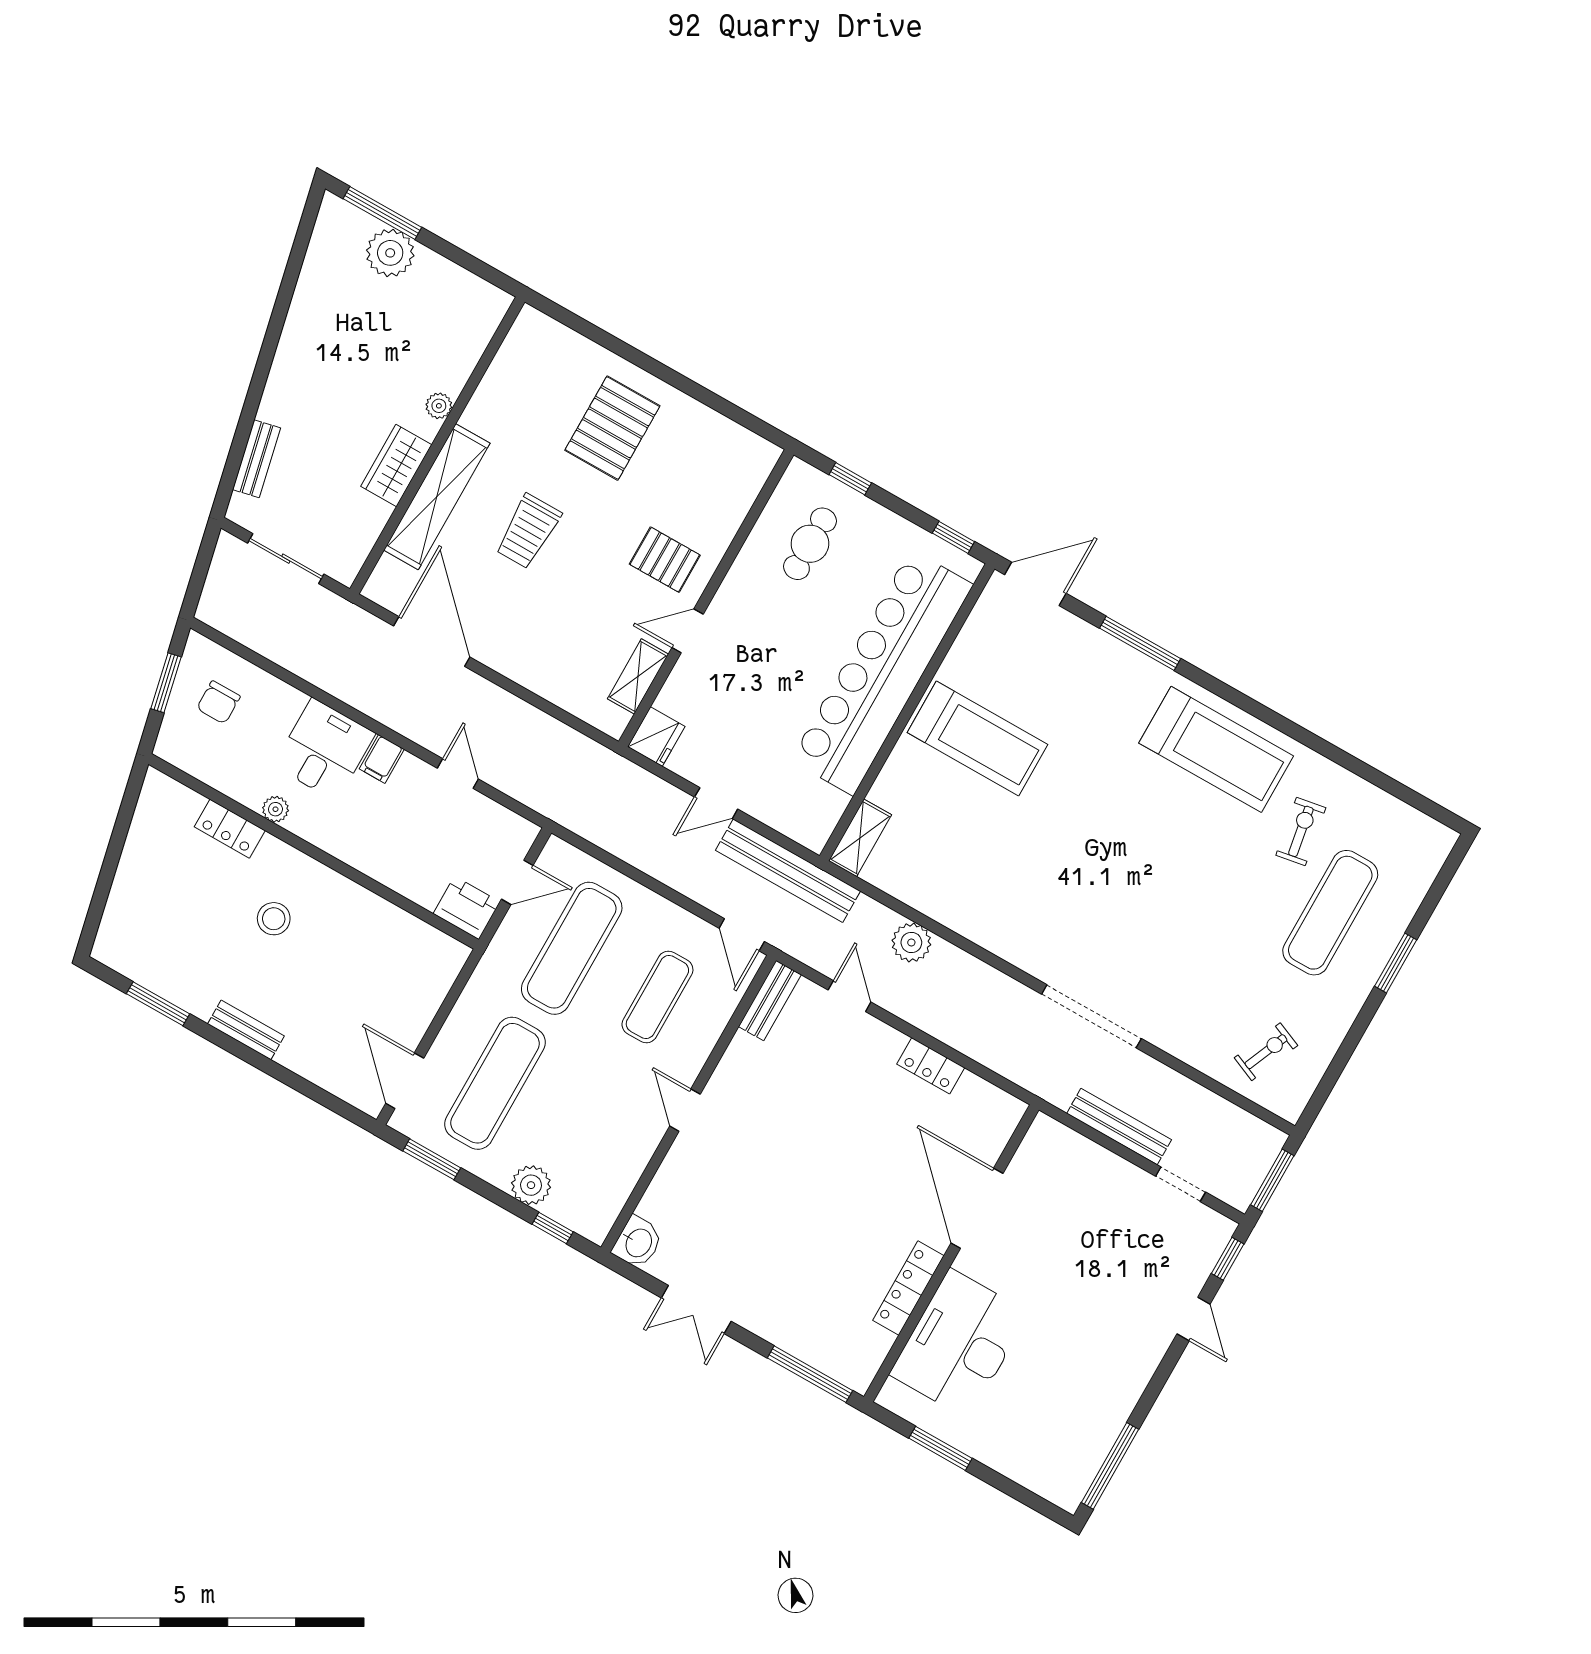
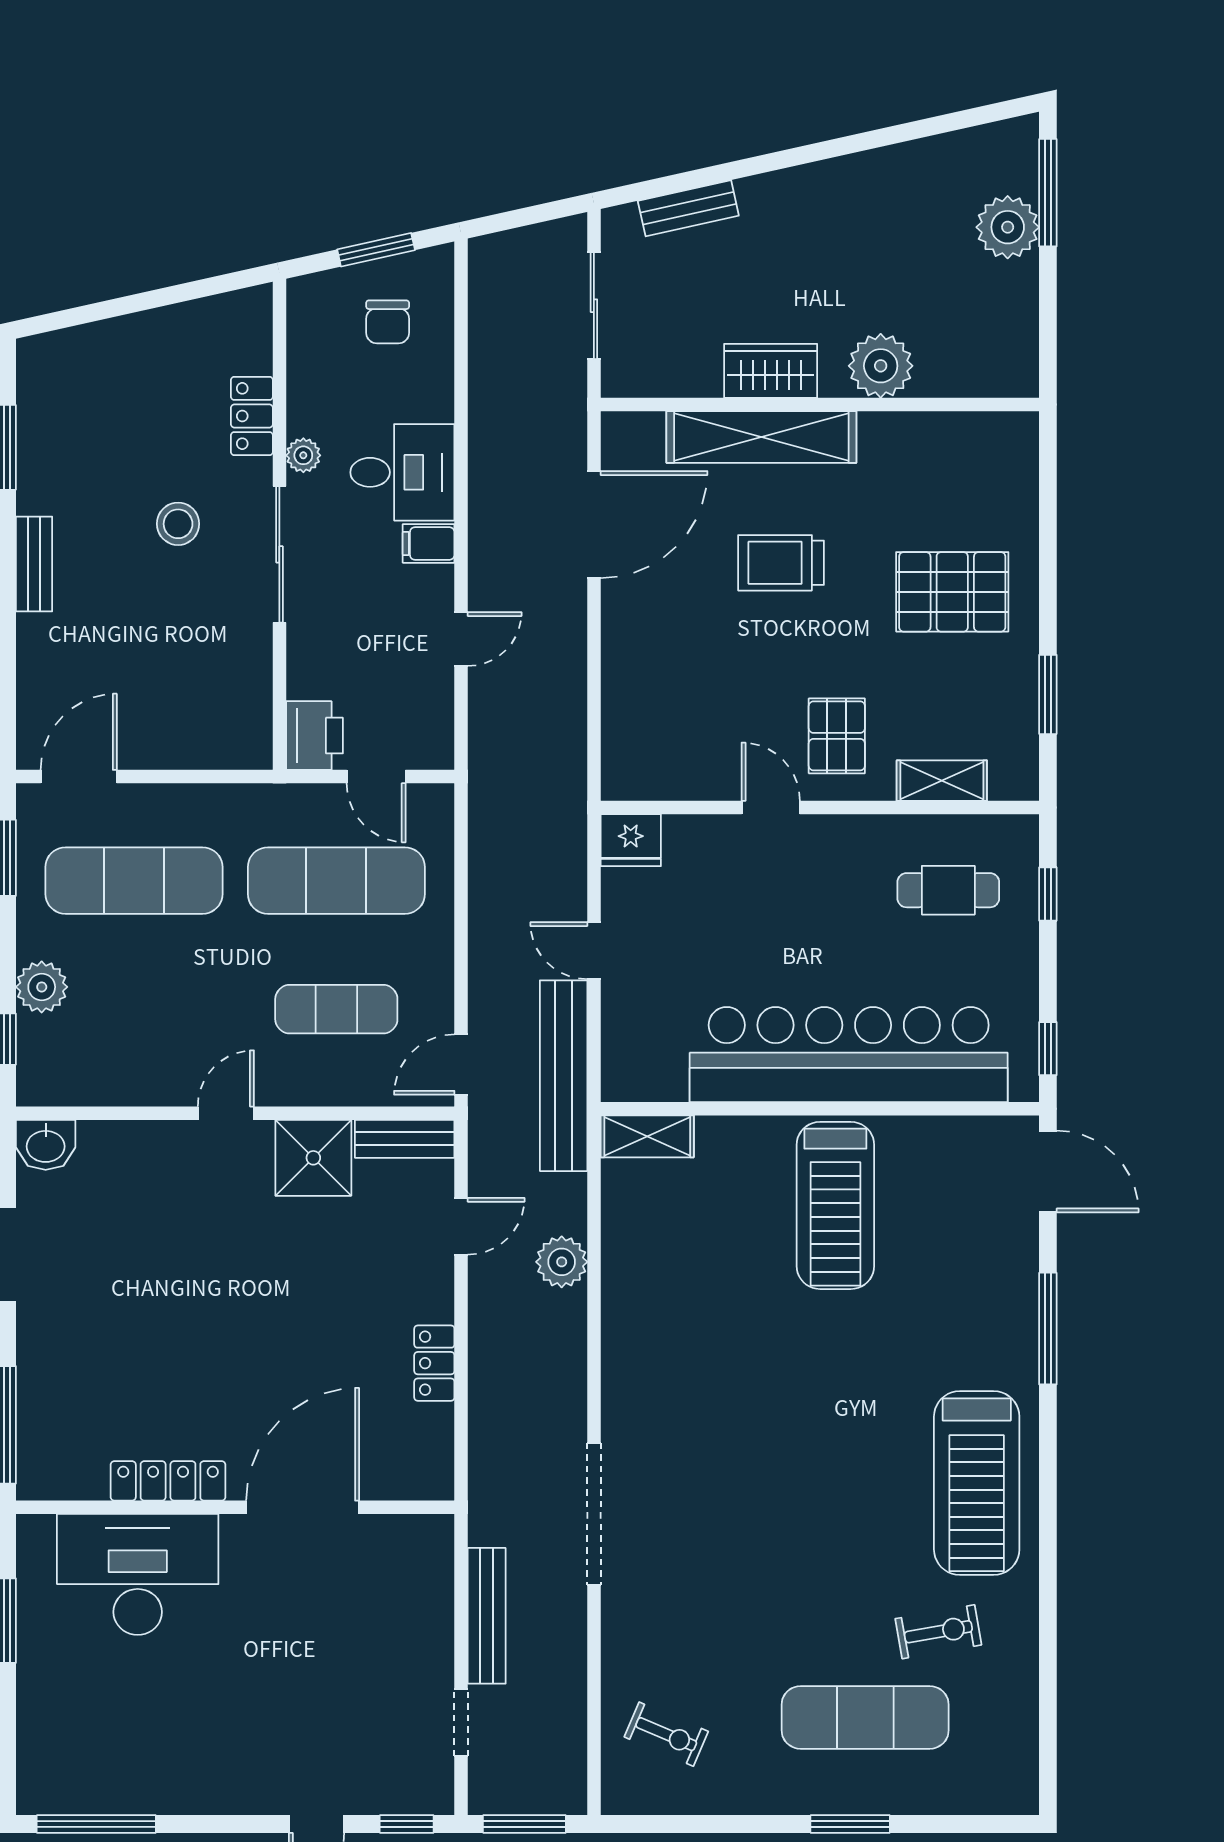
window: (717, 403) -> (1048, 694), added
plant: (439, 406) -> (881, 366), width x1.88, depth x1.88
shelving: (638, 676) -> (942, 781), moved
chair: (218, 702) -> (388, 322), turned -90
sliding door: (333, 863) -> (279, 554), added
shower: (748, 1069) -> (313, 1158), added

